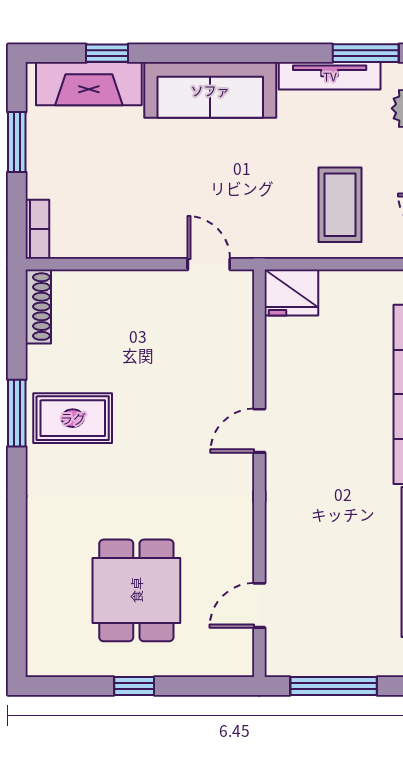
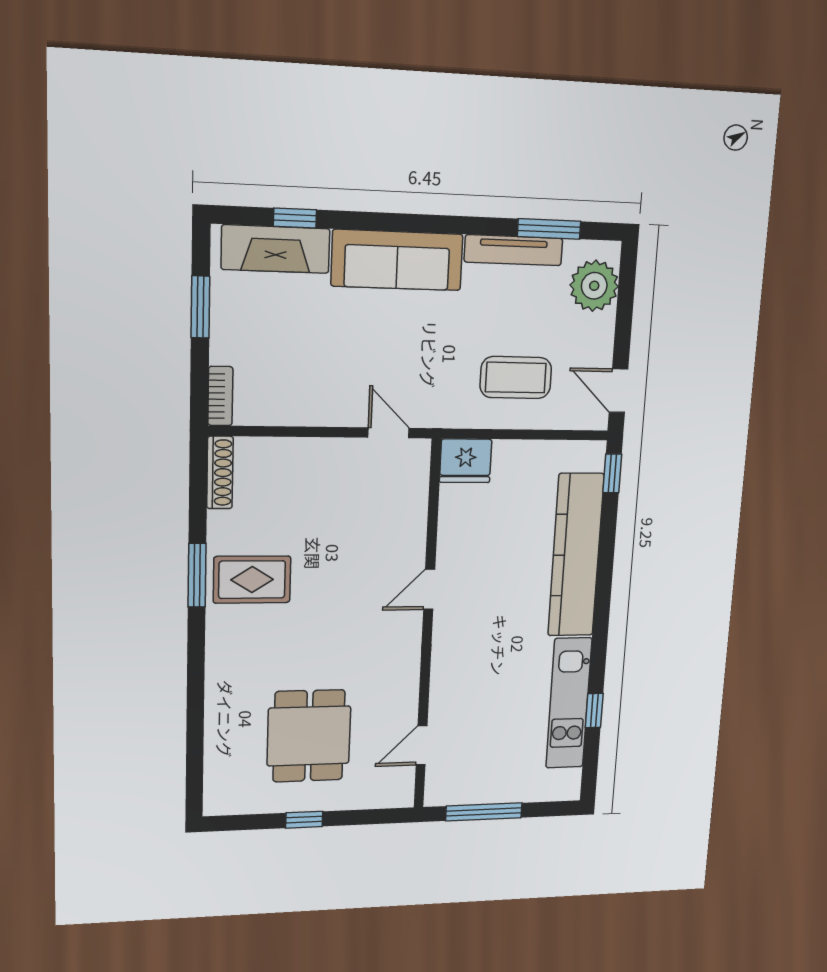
coffee table: (340, 205) -> (516, 378), turned 90

